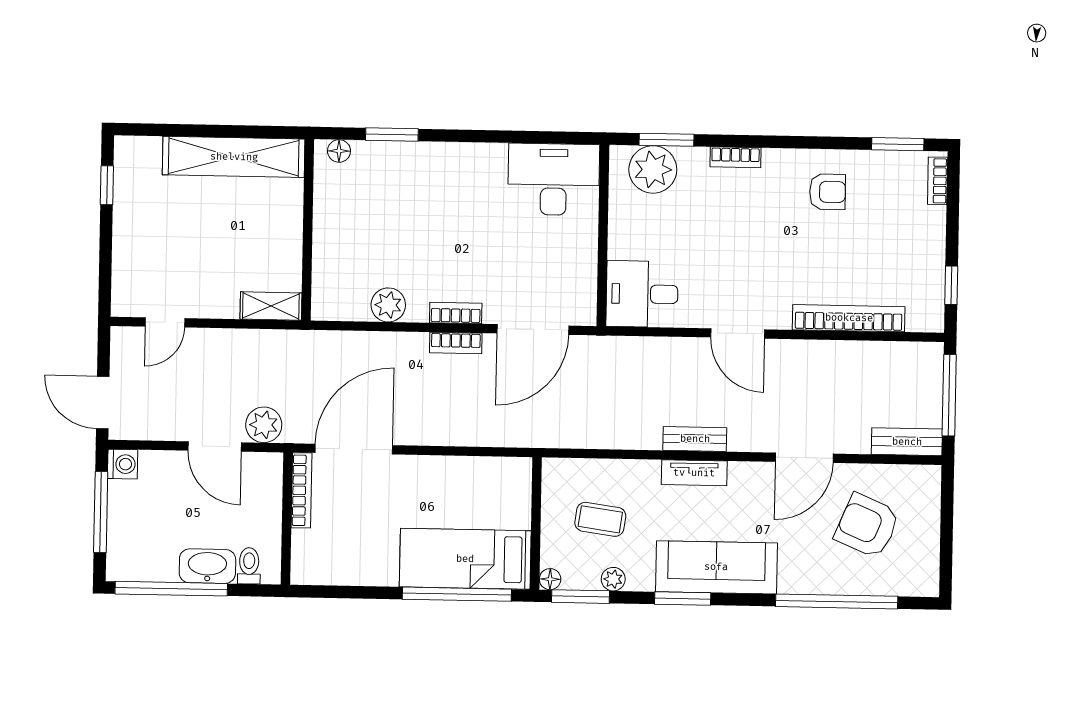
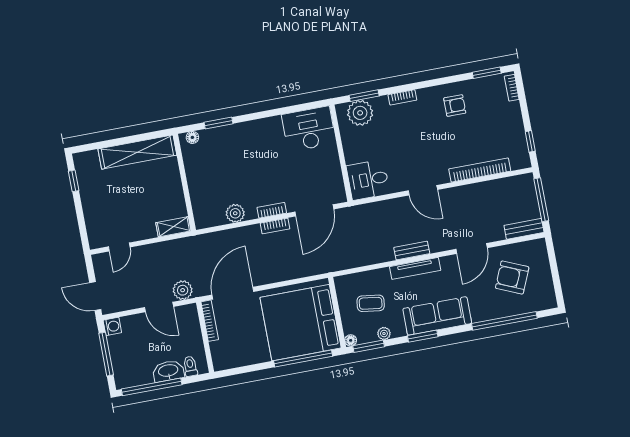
tv unit: (694, 473) -> (415, 268), width x1.41
bed: (465, 559) -> (301, 323), width x2.04

